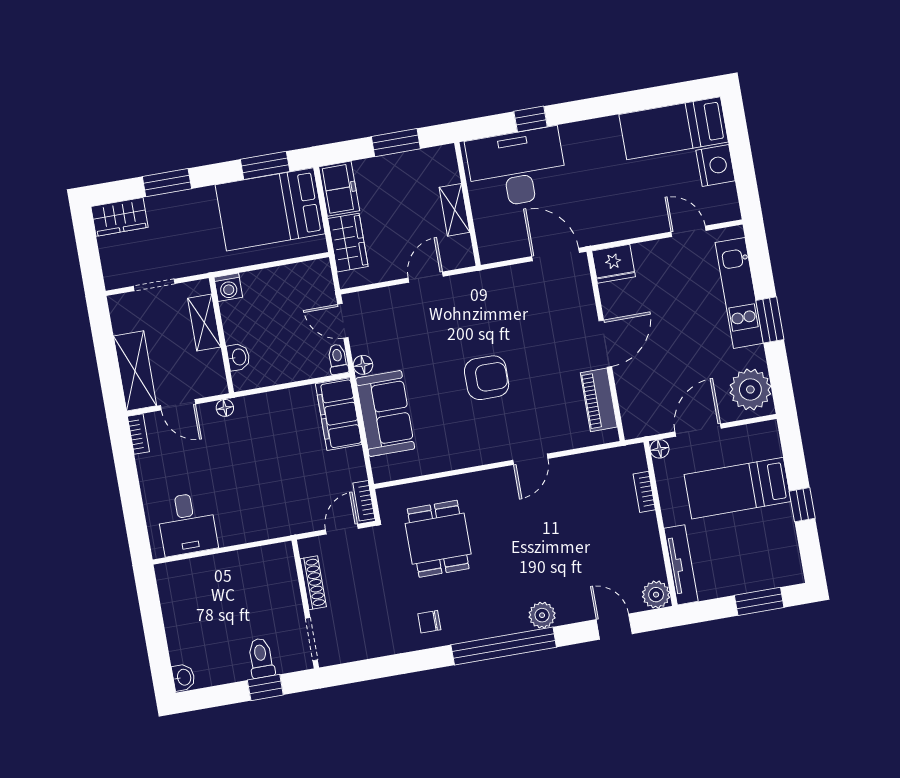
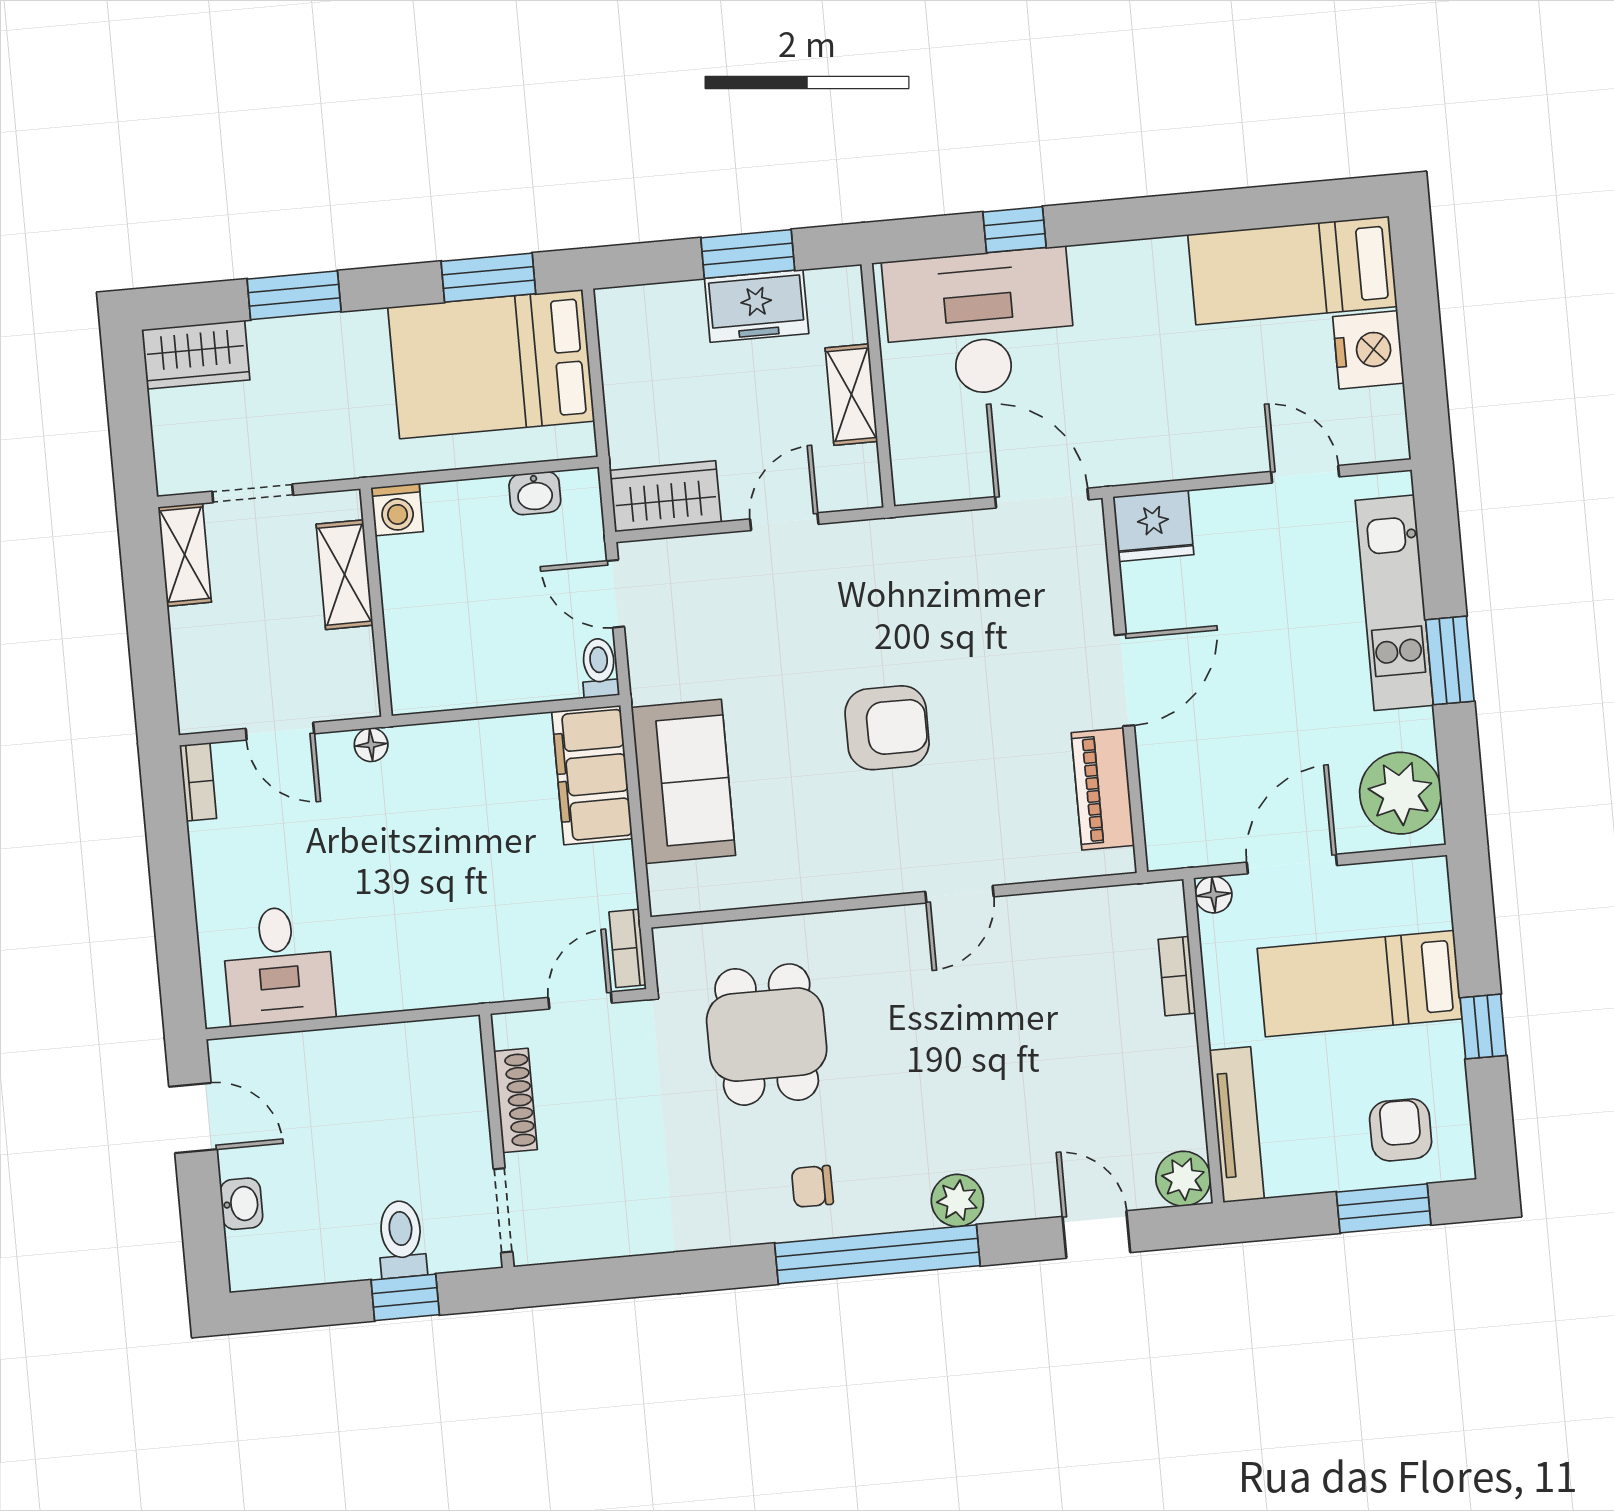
freezer: (339, 189) -> (757, 306), moved, turned 90
wardrobe: (348, 243) -> (665, 496), moved, turned -90
washbasin: (238, 357) -> (535, 493), moved, turned 90
floor lamp: (363, 365) -> (648, 683), removed
shelving: (135, 371) -> (185, 555), moved, width x0.67, depth x0.75
armchair: (765, 561) -> (1401, 1130), added
door: (150, 605) -> (193, 1118), added
chair: (429, 622) -> (812, 1186), moved
washbasin: (183, 677) -> (241, 1204), moved

